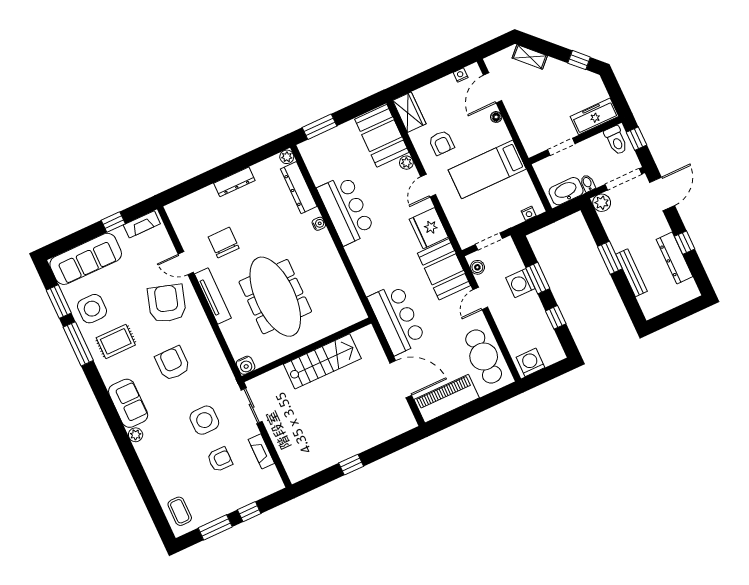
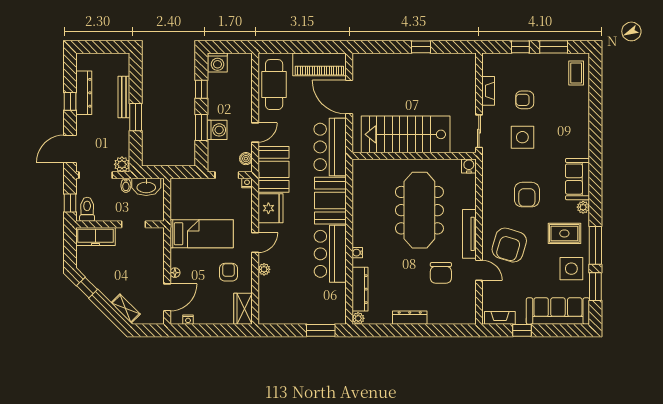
booth: (382, 136) -> (330, 201), moved
nightstand: (529, 213) -> (247, 183), moved
stairs: (322, 361) -> (406, 134), width x1.36, depth x1.51
washing machine: (530, 362) -> (217, 62), moved
plant: (136, 435) -> (583, 207), moved

